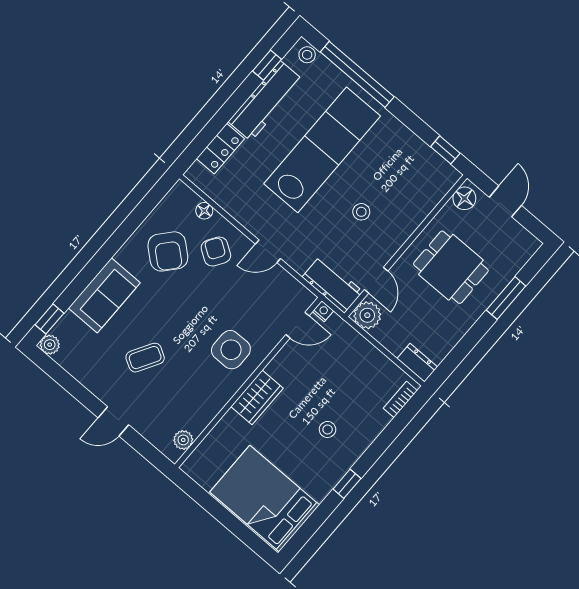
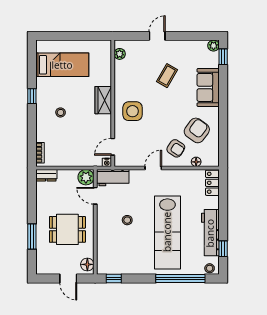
locker: (220, 149) -> (212, 183), moved
armchair: (168, 251) -> (197, 130), turned 85
bed: (265, 498) -> (62, 65), width x0.67

